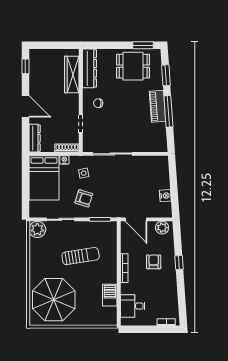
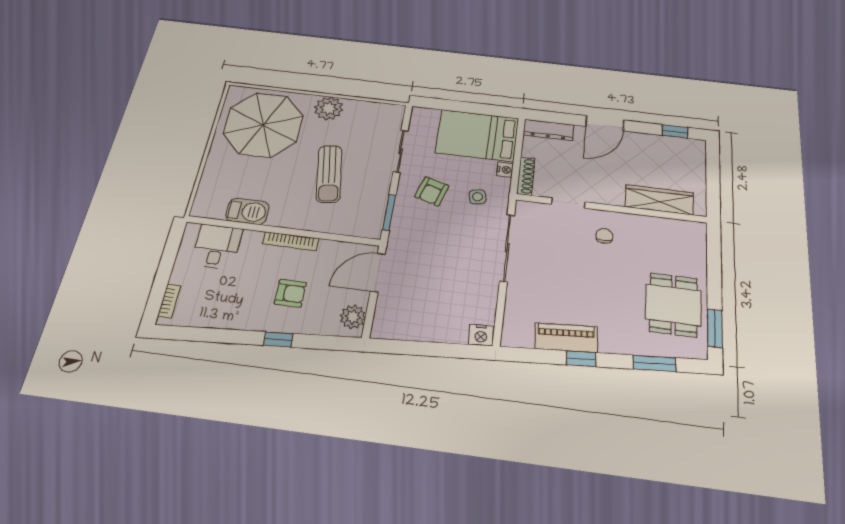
dresser: (89, 68) -> (670, 230), removed
piano: (158, 106) -> (566, 338), moved
window: (168, 111) -> (581, 359), width x0.46
nightstand: (165, 196) -> (481, 335), moved
plant: (37, 229) -> (329, 108), moved

